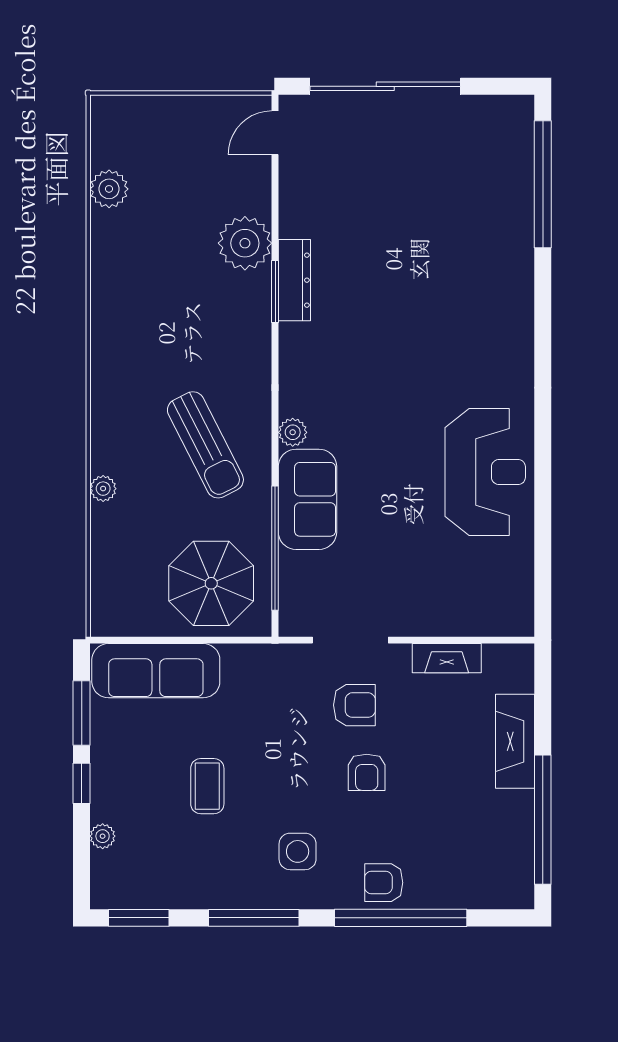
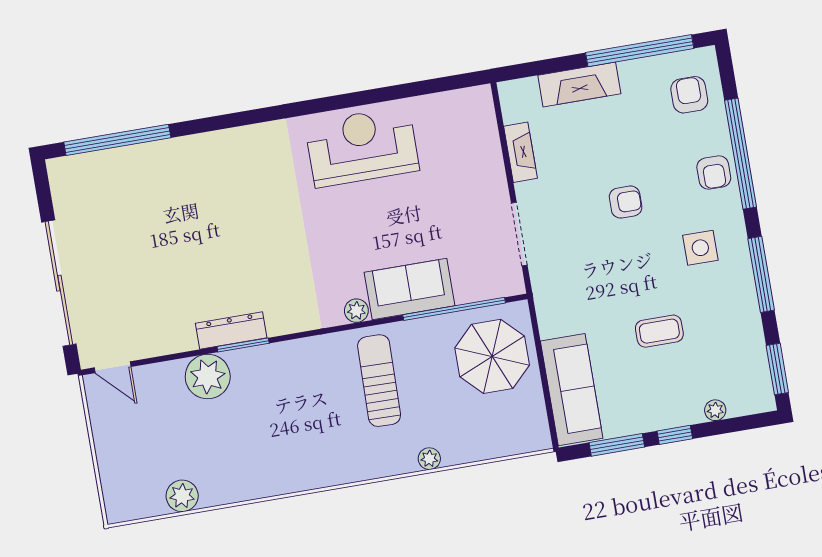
sun lounger: (205, 445) -> (379, 381), turned -62
armchair: (354, 705) -> (689, 95), moved

